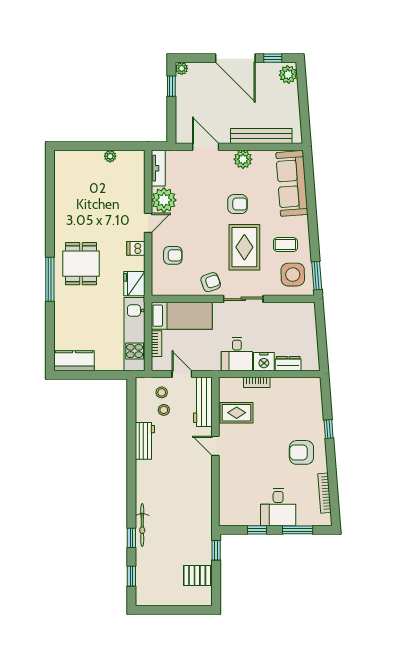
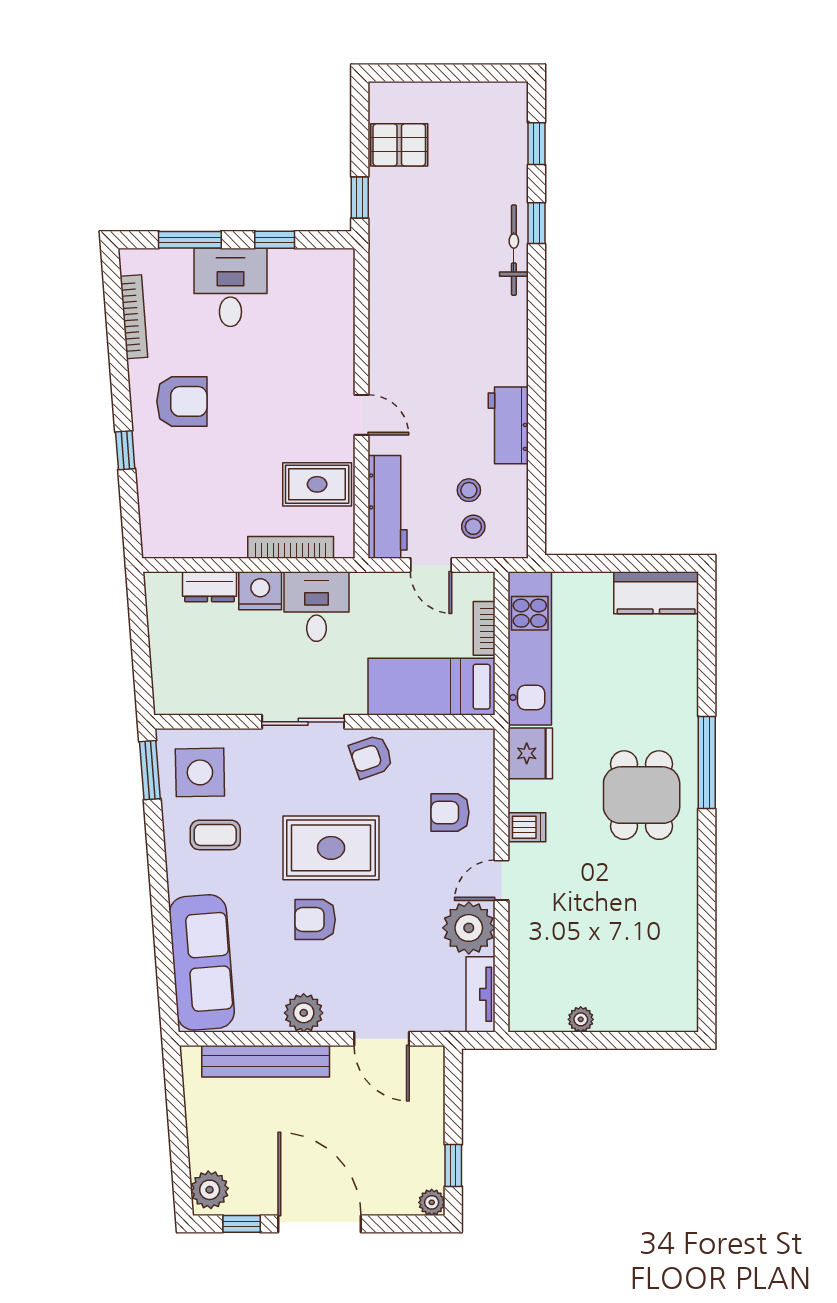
rug: (244, 247) -> (331, 848), moved, turned 90
bookcase: (257, 382) -> (291, 547), width x1.56

